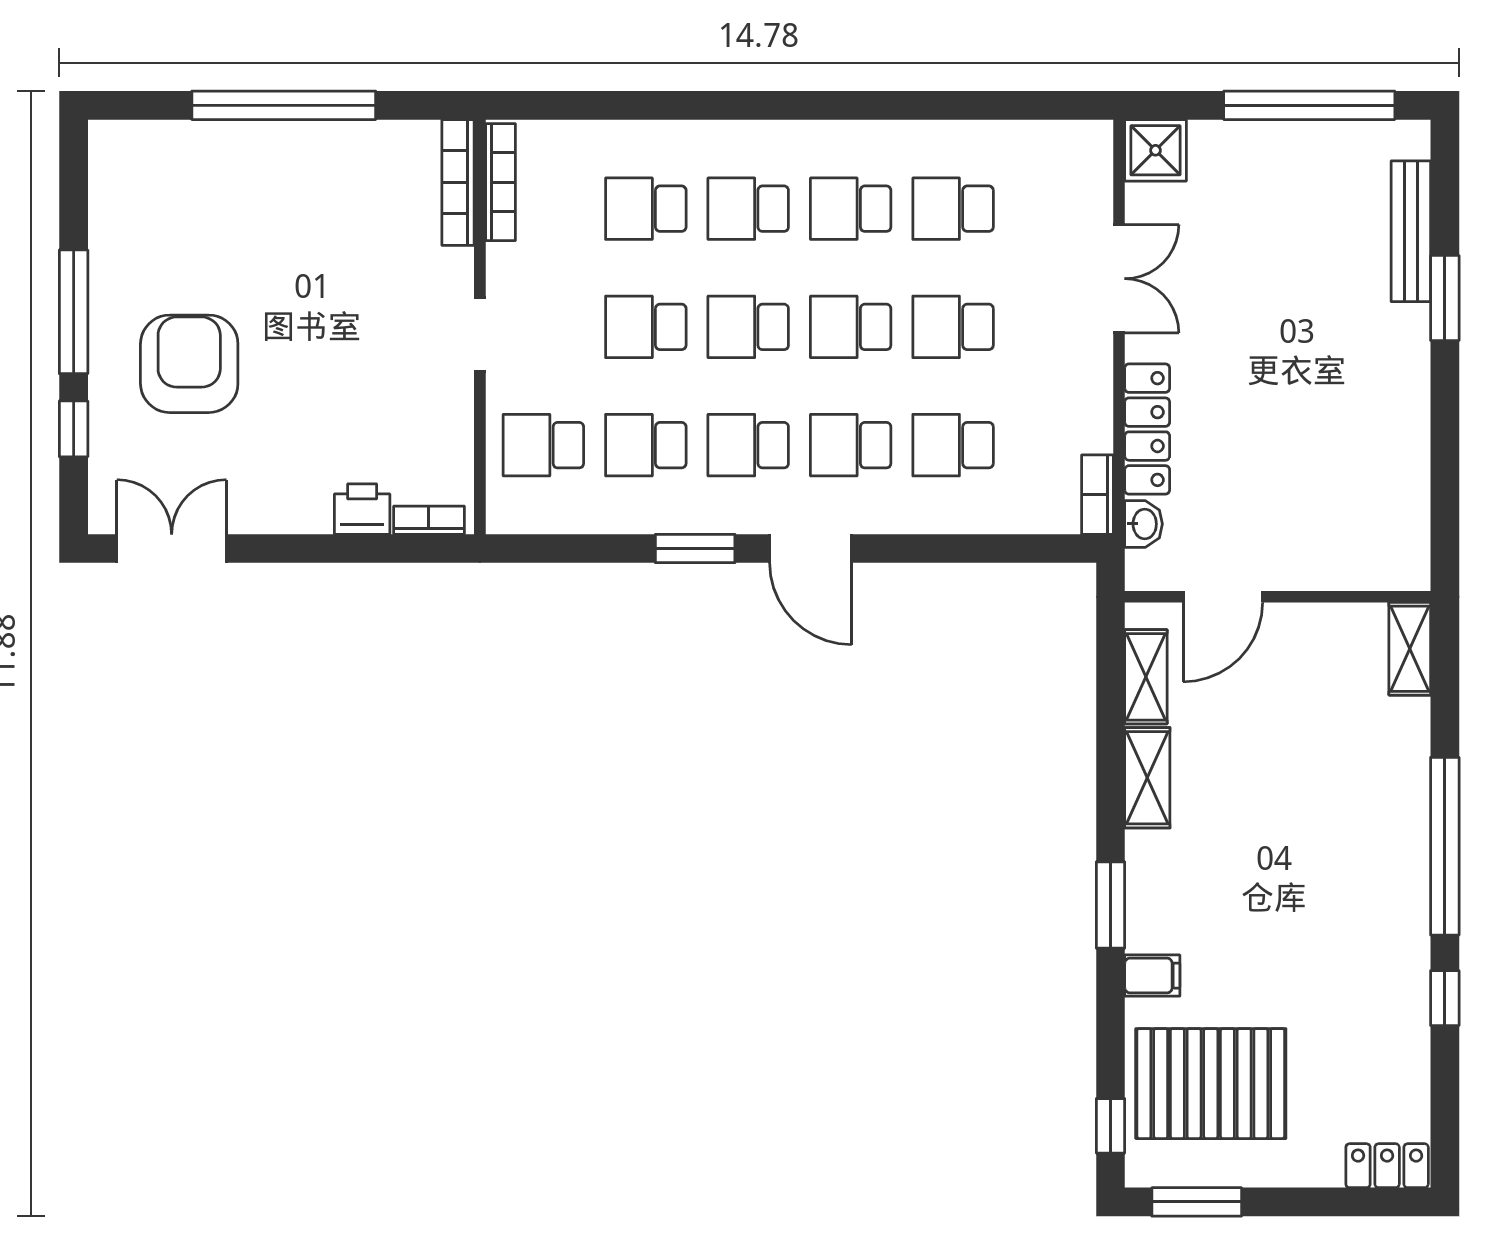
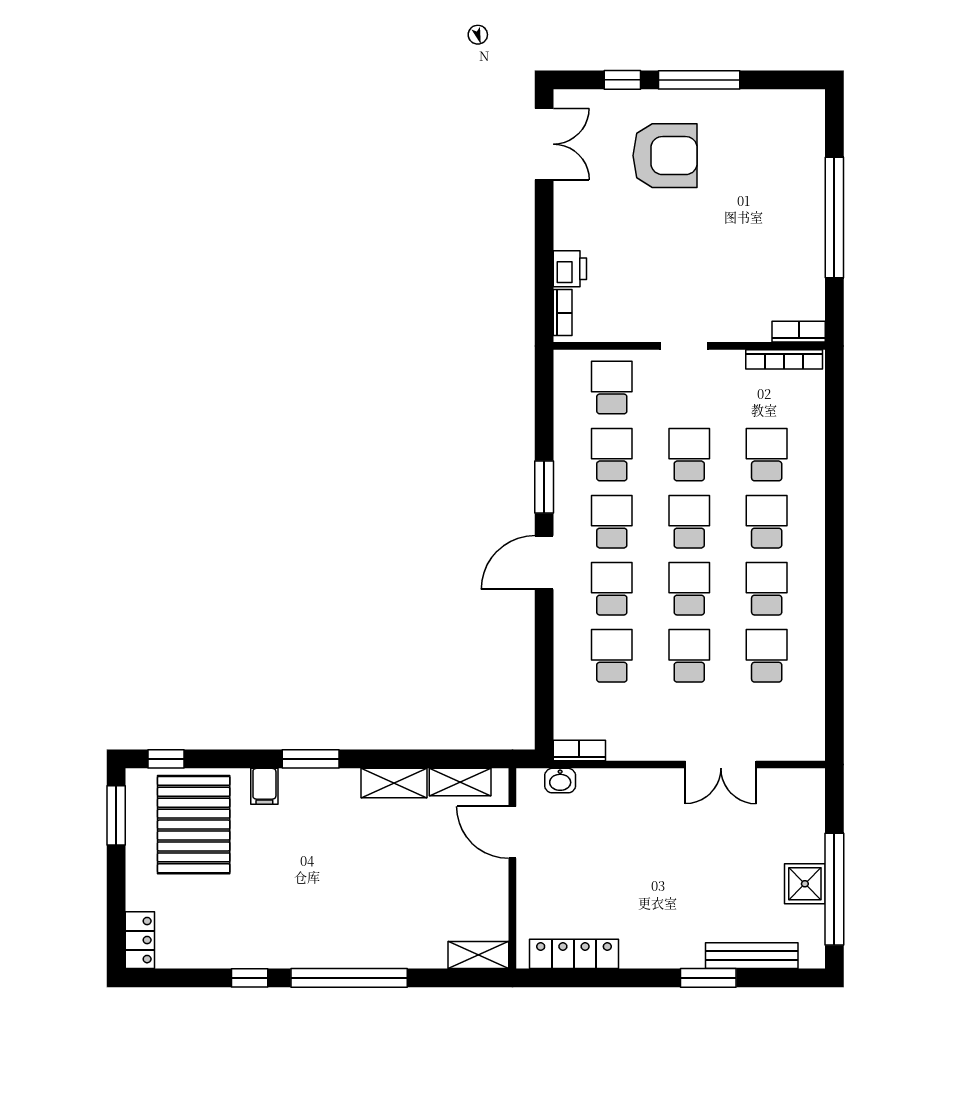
shower: (1156, 150) -> (805, 884), moved
bookcase: (458, 182) -> (799, 332), width x0.64
locker: (1147, 429) -> (574, 954), moved, turned 180

